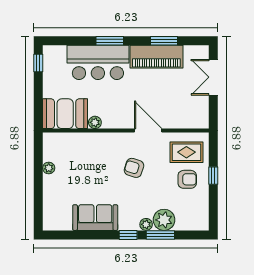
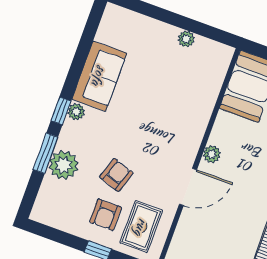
plant: (95, 122) -> (212, 154), moved
armchair: (134, 168) -> (116, 175), moved
plant: (146, 224) -> (76, 112), moved

